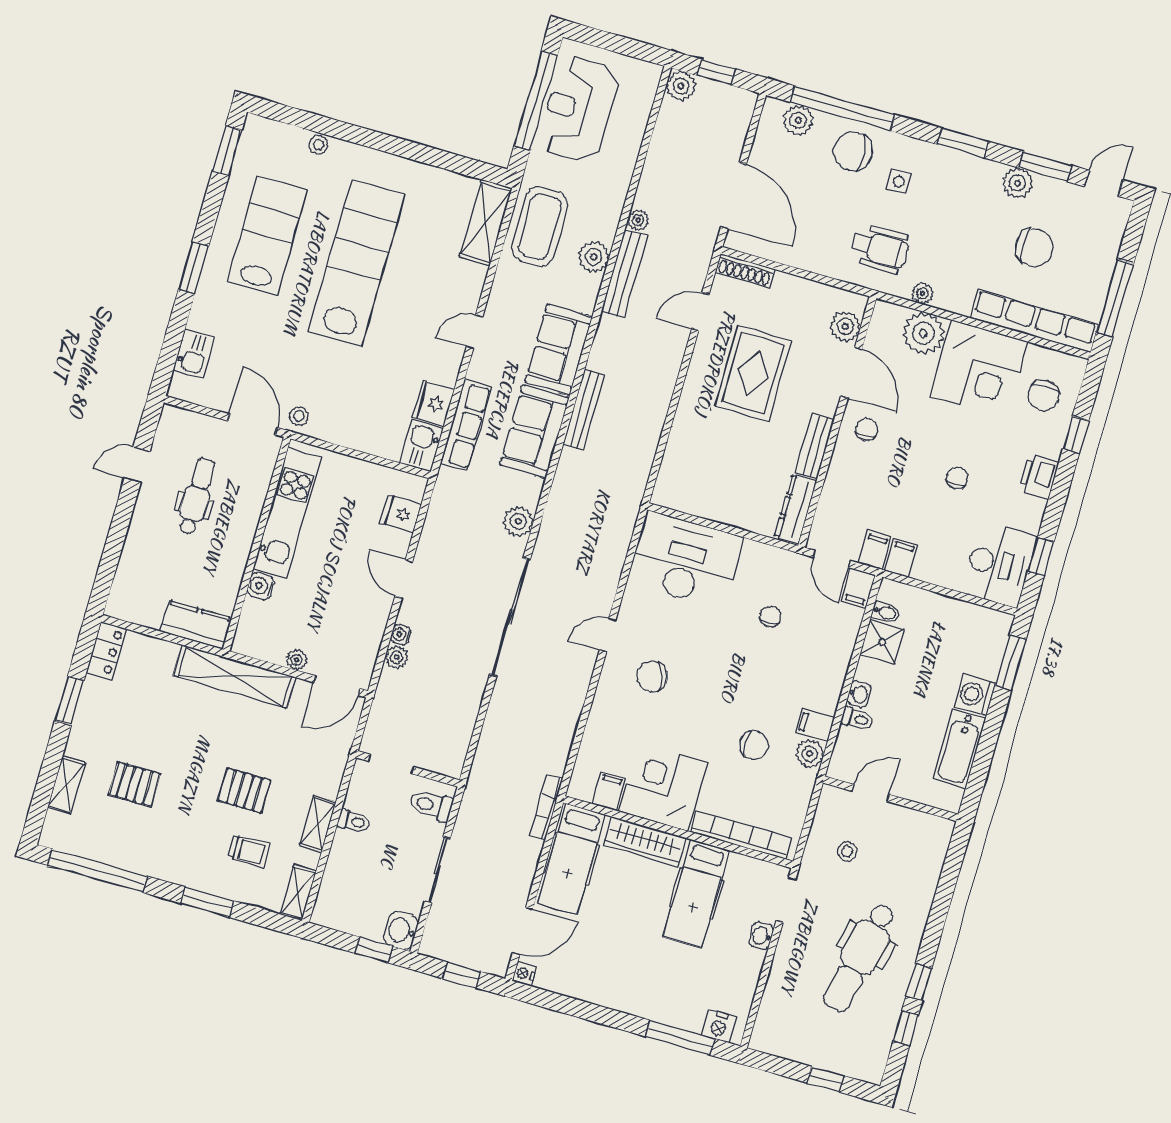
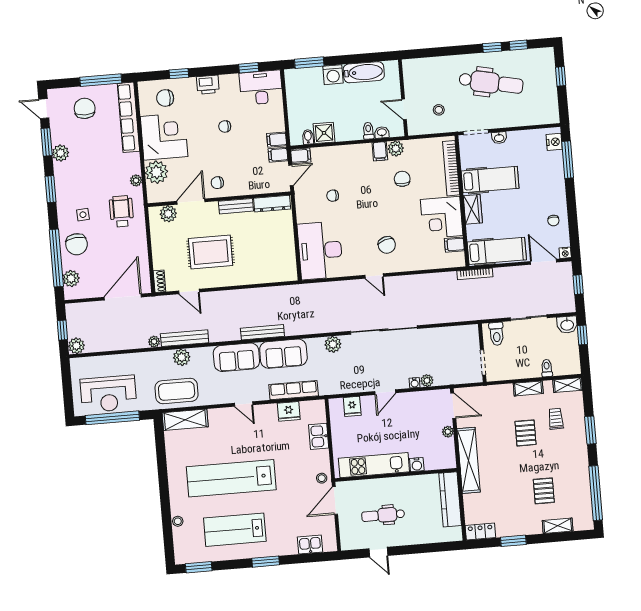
chair: (1034, 248) -> (85, 108), moved
shoe rack: (745, 270) -> (159, 281), width x0.70
chair: (1044, 396) -> (165, 98), turned 180
kitchen sink: (421, 446) -> (319, 436), moved, turned 90
kitchen counter: (196, 625) -> (450, 499), width x1.50
washbasin: (859, 694) -> (382, 133), moved
toilet: (354, 821) -> (547, 368), moved
wardrobe: (645, 841) -> (473, 209), width x0.67
chair: (586, 974) -> (553, 221), added

